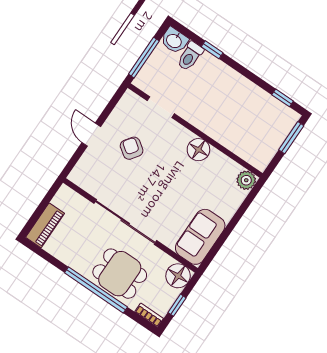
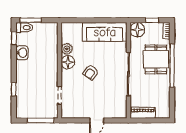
washbasin: (174, 41) -> (22, 53), moved
toilet: (190, 56) -> (24, 28), moved
armchair: (132, 148) -> (91, 72), moved
plant: (246, 180) -> (67, 49), moved
piano: (45, 225) -> (143, 113), moved
sofa: (200, 237) -> (105, 32), width x1.36

